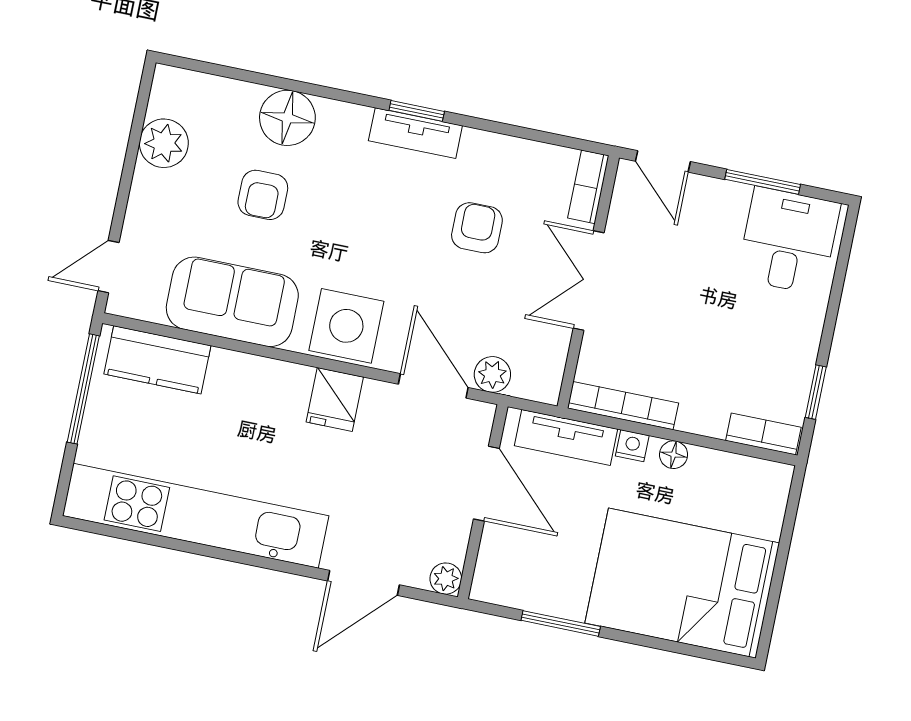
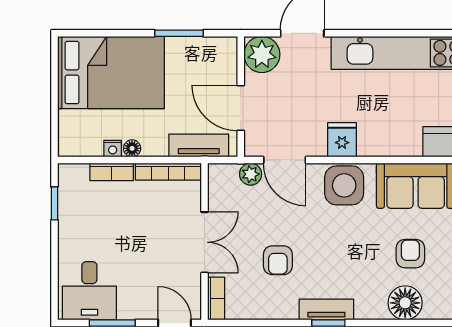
bookcase: (763, 434) -> (112, 172), moved
nightstand: (632, 446) -> (113, 149), moved
plant: (446, 579) -> (262, 54), width x1.88, depth x1.88

